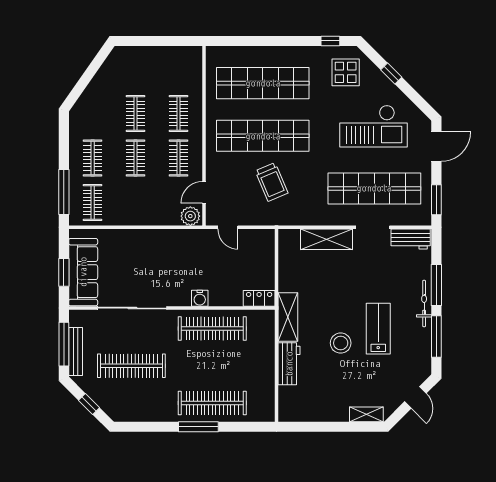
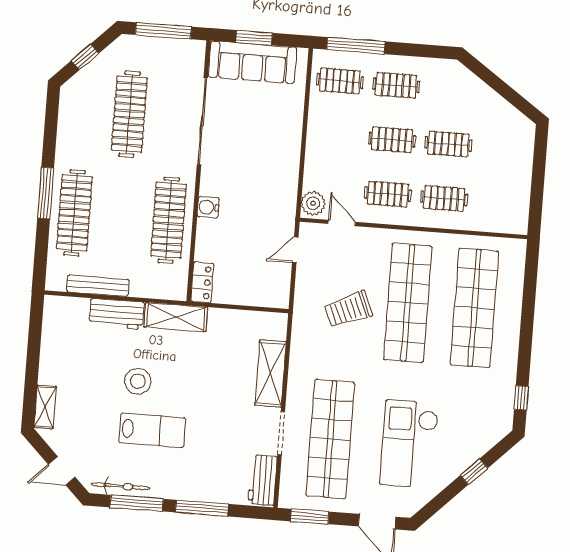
display table: (346, 72) -> (480, 414), removed
bicycle: (424, 304) -> (121, 486), moved
bench: (76, 352) -> (98, 286), moved

